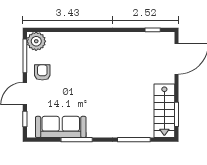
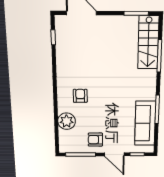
plant: (36, 41) -> (67, 121), moved
armchair: (92, 57) -> (80, 96), added
stairs: (164, 111) -> (148, 42), moved, turned 90

